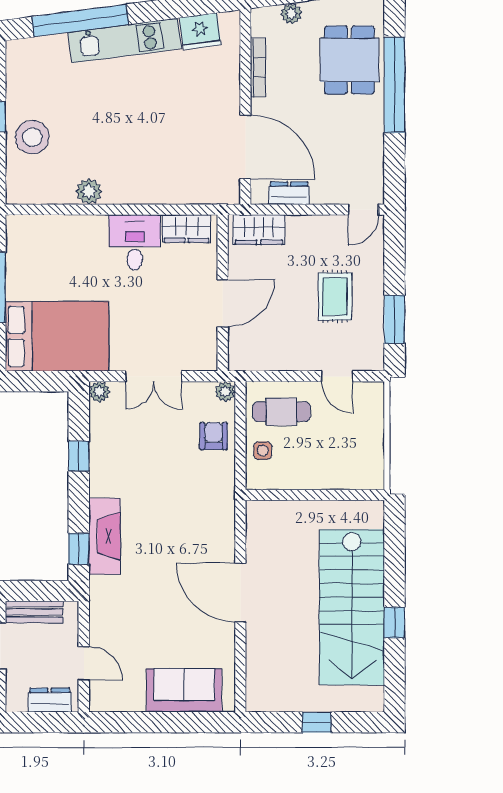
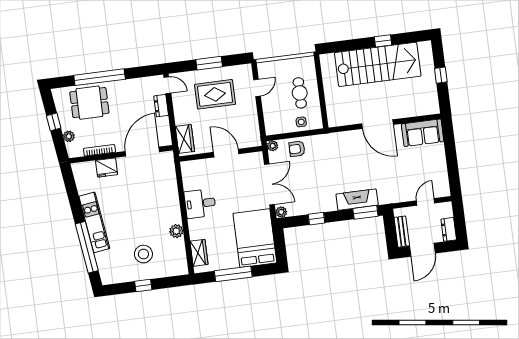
fridge: (200, 31) -> (107, 168), moved, turned 98
stool: (32, 137) -> (143, 254), moved
dresser: (289, 193) -> (161, 106), moved
wardrobe: (187, 229) -> (199, 253), moved
rug: (335, 296) -> (215, 94), width x1.36, depth x1.43
window: (394, 319) -> (209, 63), moved
double door: (154, 376) -> (269, 184), width x1.37
cafe table: (281, 412) -> (300, 93), moved
window: (79, 549) -> (365, 212), width x1.50
door: (240, 593) -> (378, 124), hinge flipped
sofa: (184, 690) -> (423, 133), moved, turned -90
dresser: (50, 700) -> (449, 229), moved

